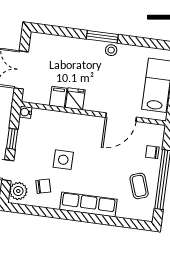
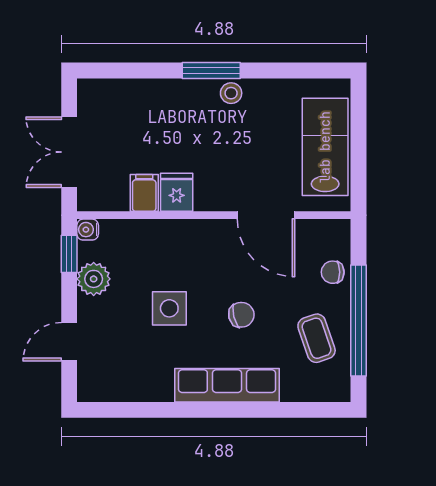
door: (121, 117) -> (266, 215), hinge flipped
window: (12, 139) -> (69, 254), moved
chair: (43, 186) -> (241, 315), moved
plant: (18, 191) -> (94, 279), moved

